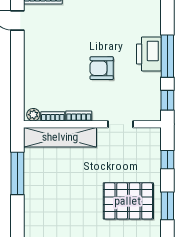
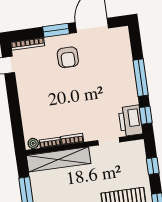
printer: (149, 54) -> (131, 121), moved
armchair: (102, 68) -> (68, 57), moved, turned -90

